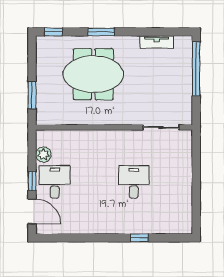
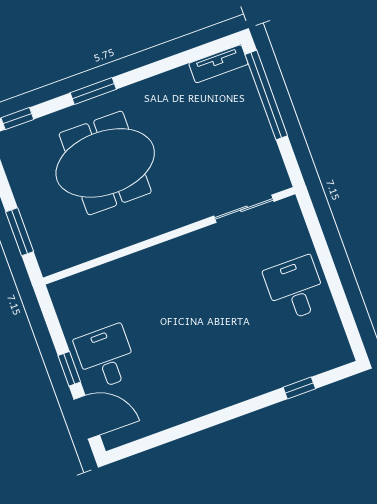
tv unit: (157, 42) -> (218, 64), moved
plant: (43, 155) -> (72, 320), removed
desk: (134, 182) -> (295, 288), moved
window: (139, 238) -> (299, 388), moved

